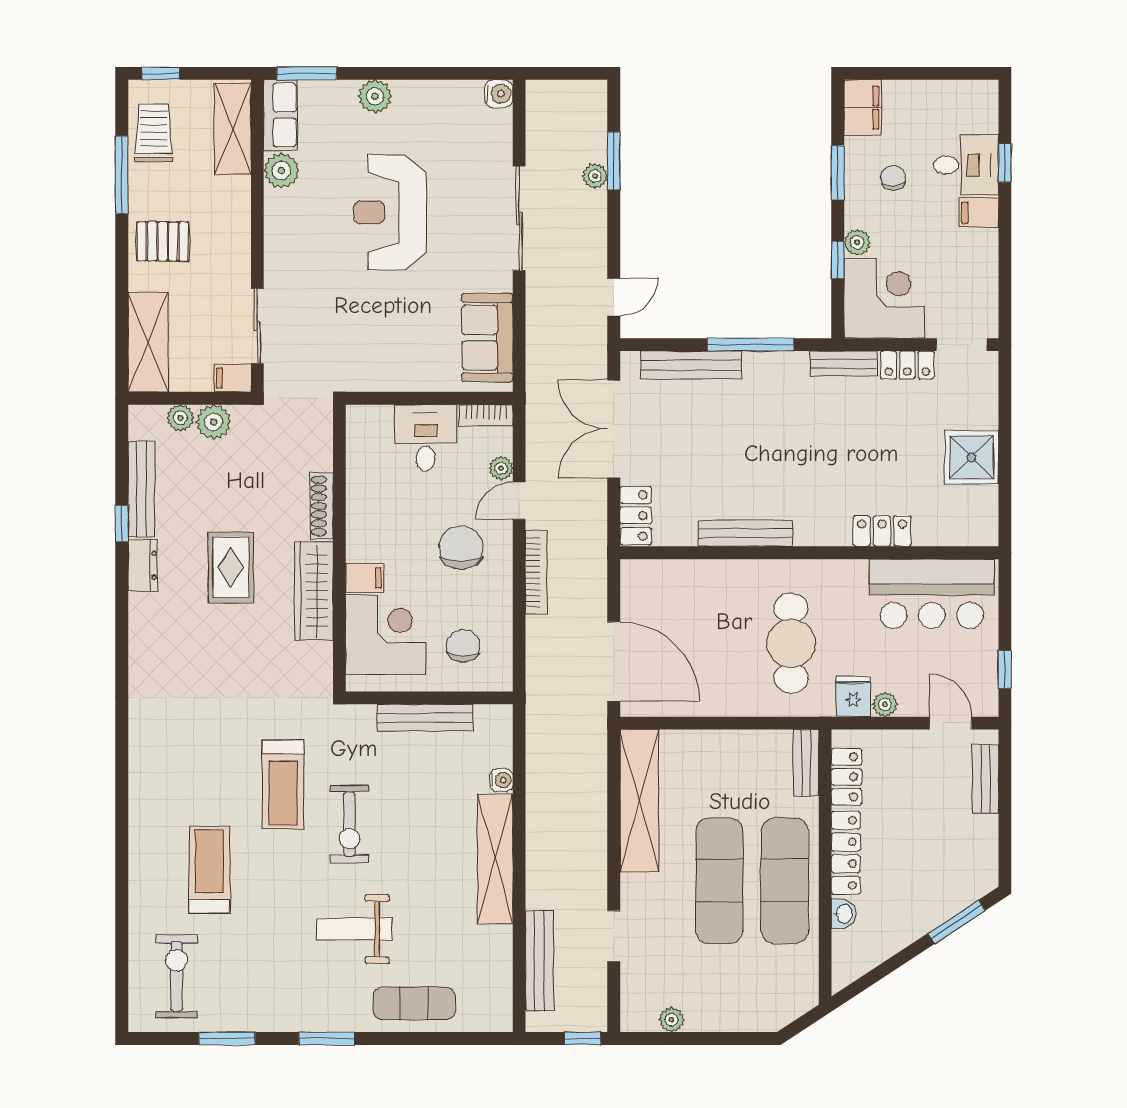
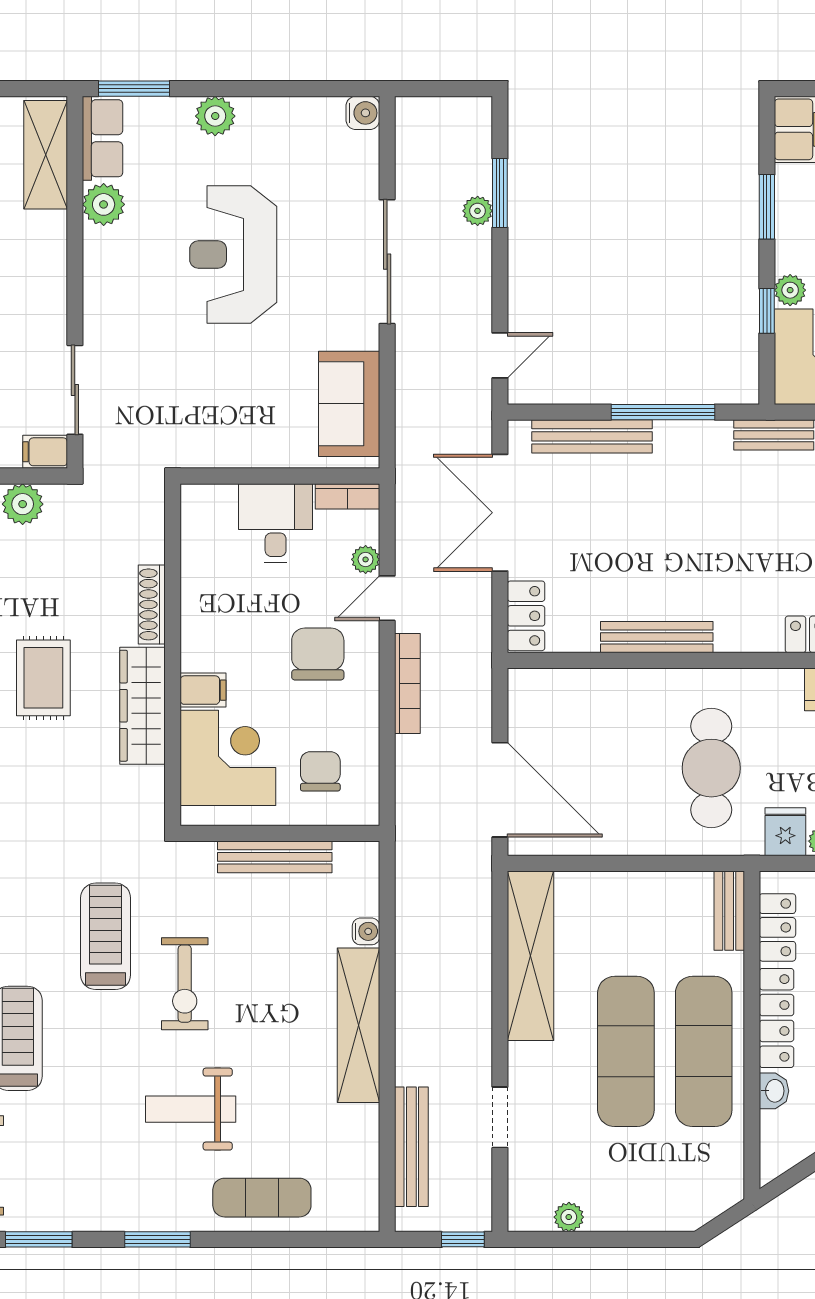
treadmill: (283, 784) -> (106, 936), turned 180

